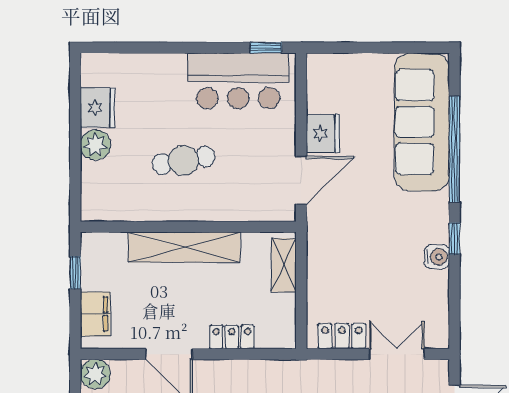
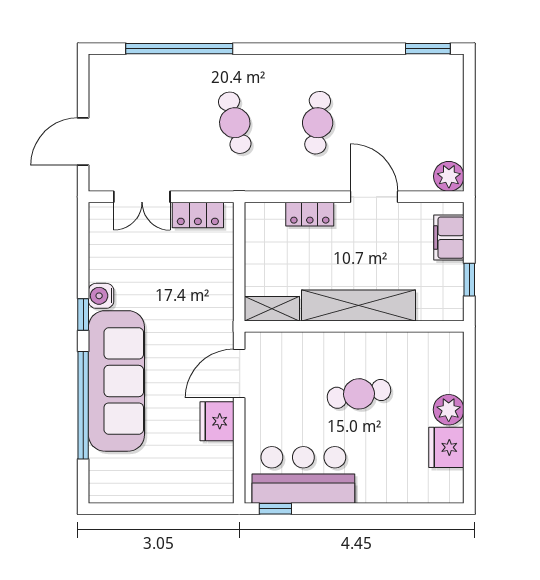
sofa: (422, 122) -> (116, 381), moved
shelving: (284, 265) -> (272, 309), moved, turned 90

